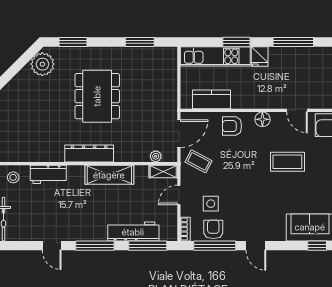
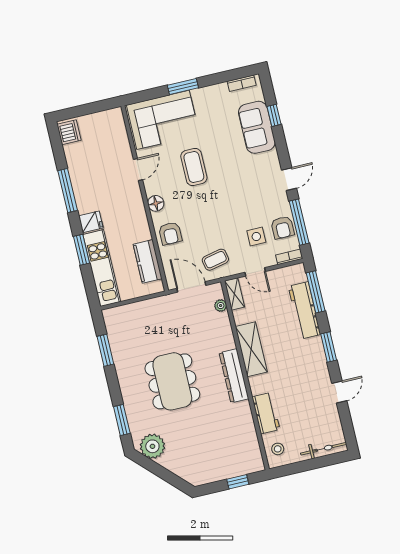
dining table: (97, 96) -> (172, 381), turned 90
coffee table: (199, 161) -> (215, 260), turned 50
armchair: (213, 229) -> (283, 228), turned -90
window: (95, 246) -> (329, 347), width x0.69

